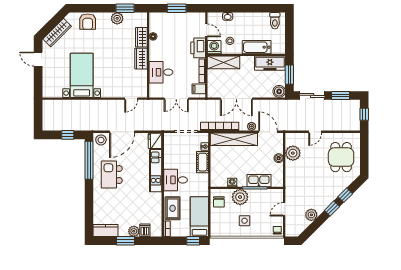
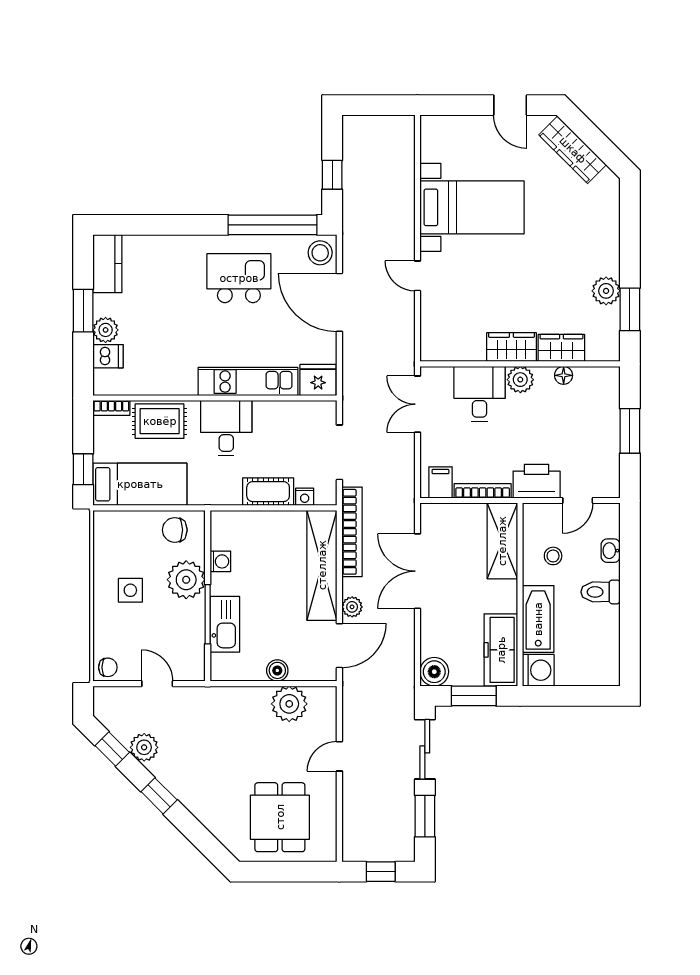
toilet: (275, 21) -> (601, 592), moved
armchair: (88, 22) -> (598, 222), removed
washing machine: (214, 47) -> (538, 670), moved
plant: (155, 55) -> (520, 380), added
door: (38, 59) -> (510, 105), swing flipped
door: (131, 99) -> (417, 276), moved
double door: (176, 99) -> (417, 404), moved
door: (315, 132) -> (339, 756), hinge flipped
dining table: (341, 157) -> (280, 817), turned 90
window: (345, 195) -> (112, 749), moved

